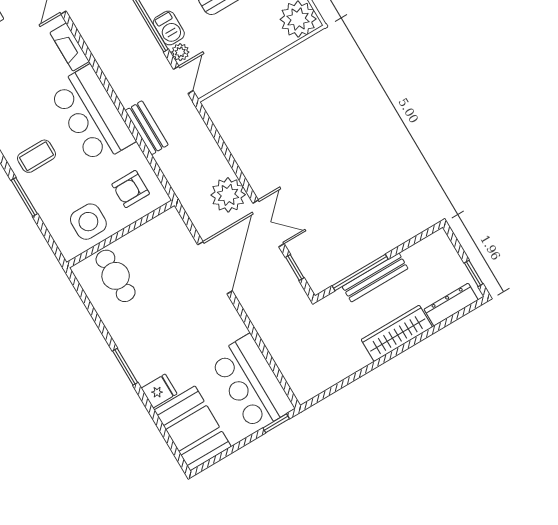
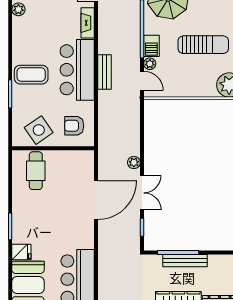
door: (183, 80) -> (142, 81), hinge flipped
bench: (147, 128) -> (104, 72), moved
coffee table: (37, 156) -> (31, 75), width x1.36, depth x1.30
plant: (228, 195) -> (134, 162), width x0.53, depth x0.53
side table: (88, 222) -> (39, 130), turned -35

